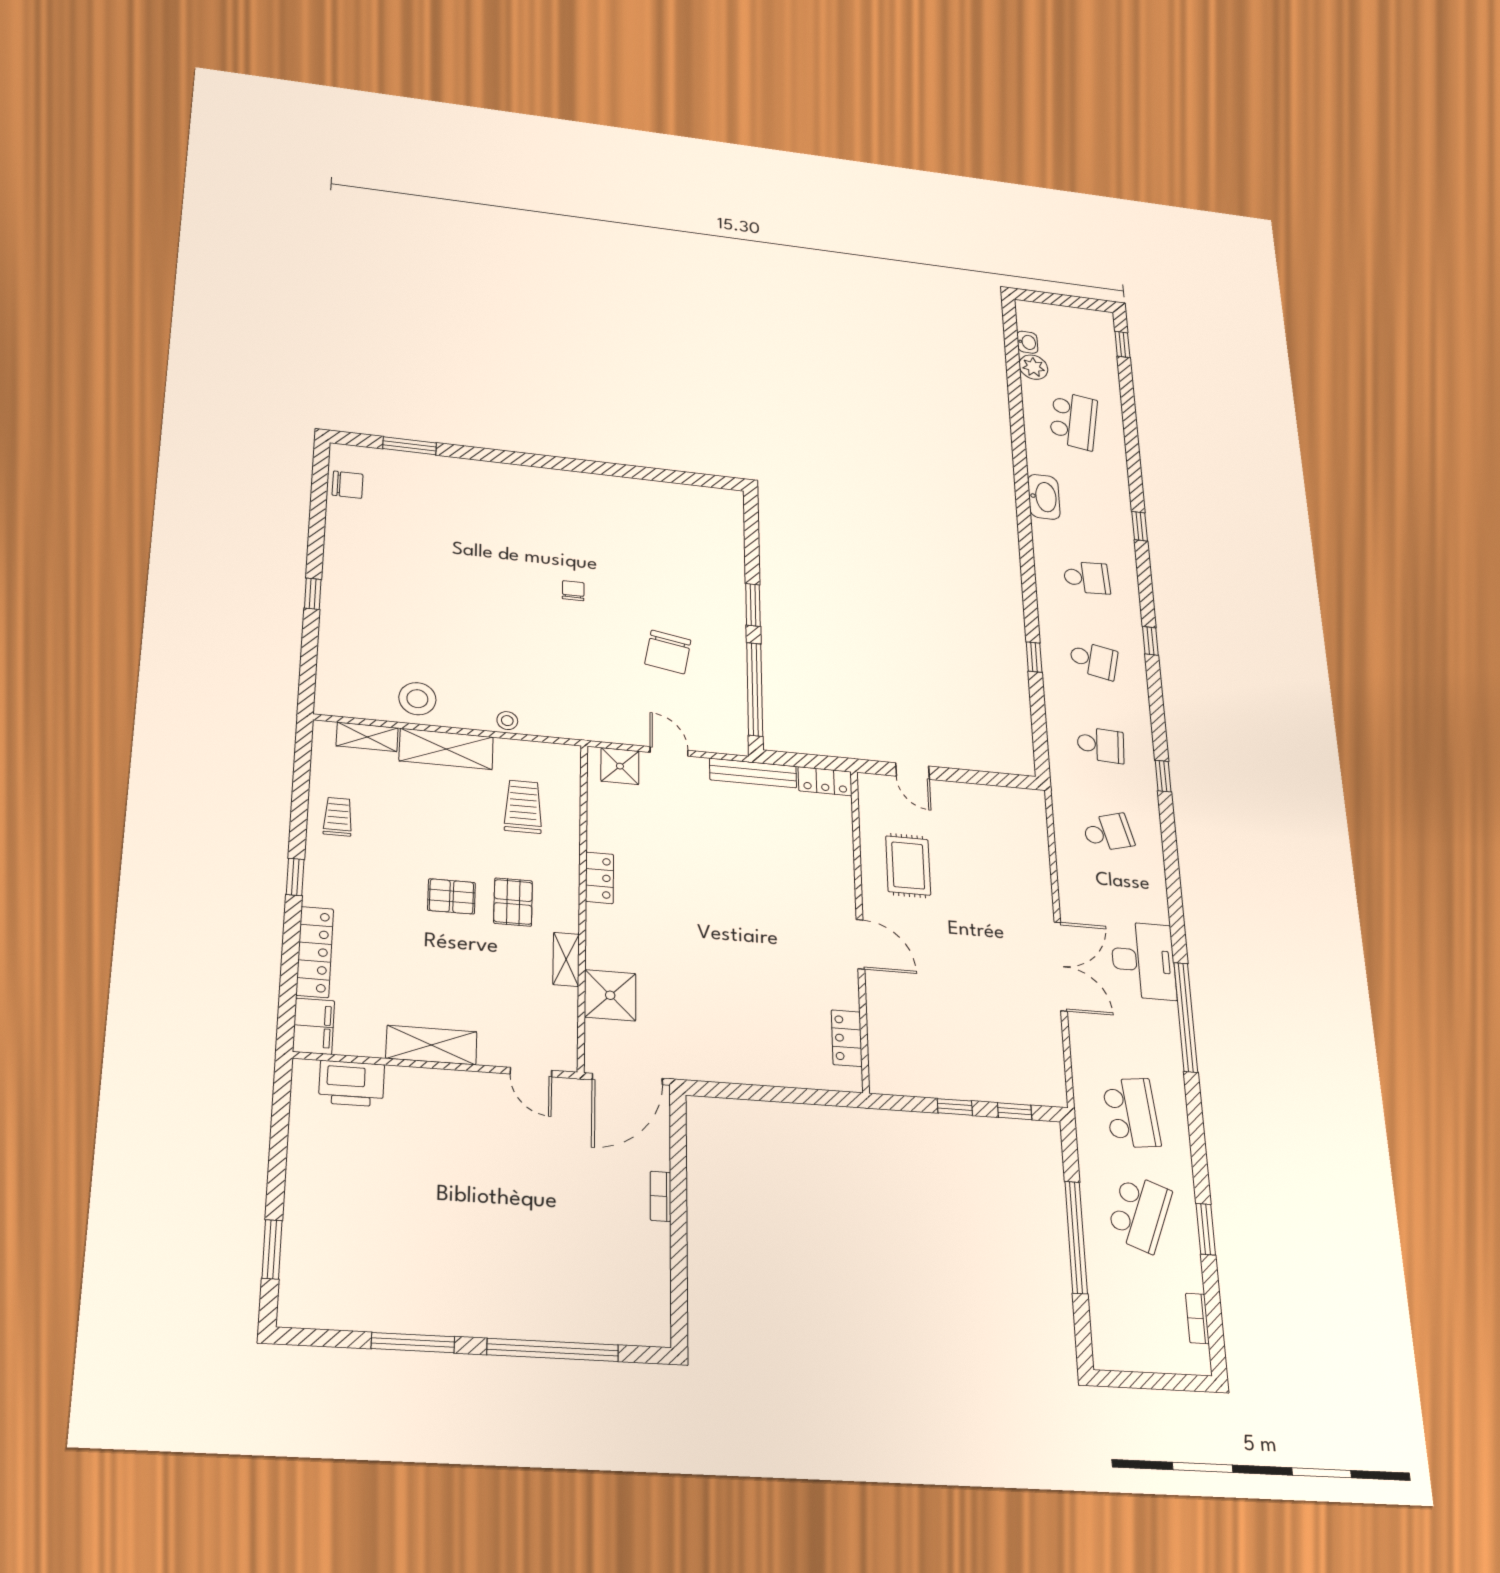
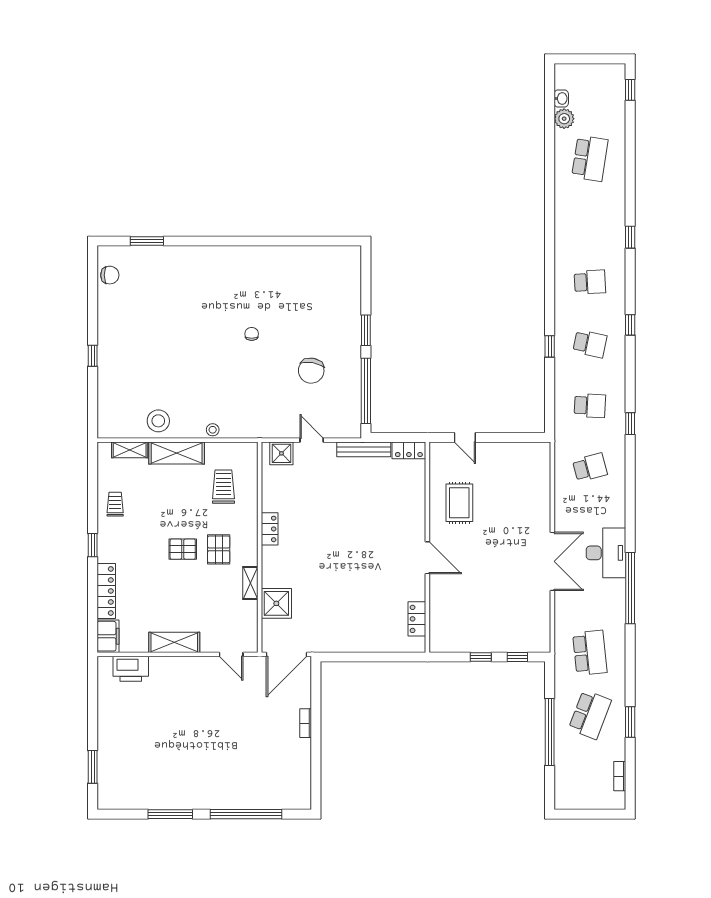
washbasin: (1044, 497) -> (565, 223), removed

